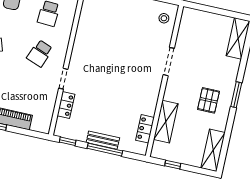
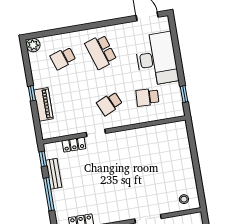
school desk: (40, 53) -> (110, 104), turned -45
bench: (103, 140) -> (54, 174), moved

